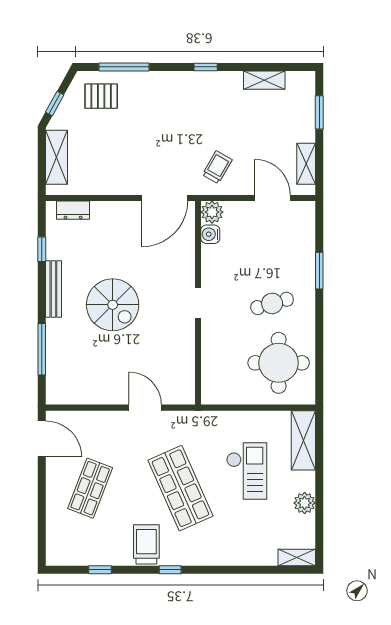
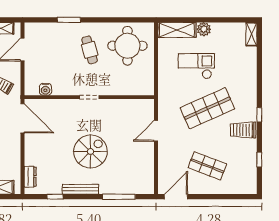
plant: (212, 212) -> (31, 88), removed
plant: (305, 503) -> (204, 29), moved

